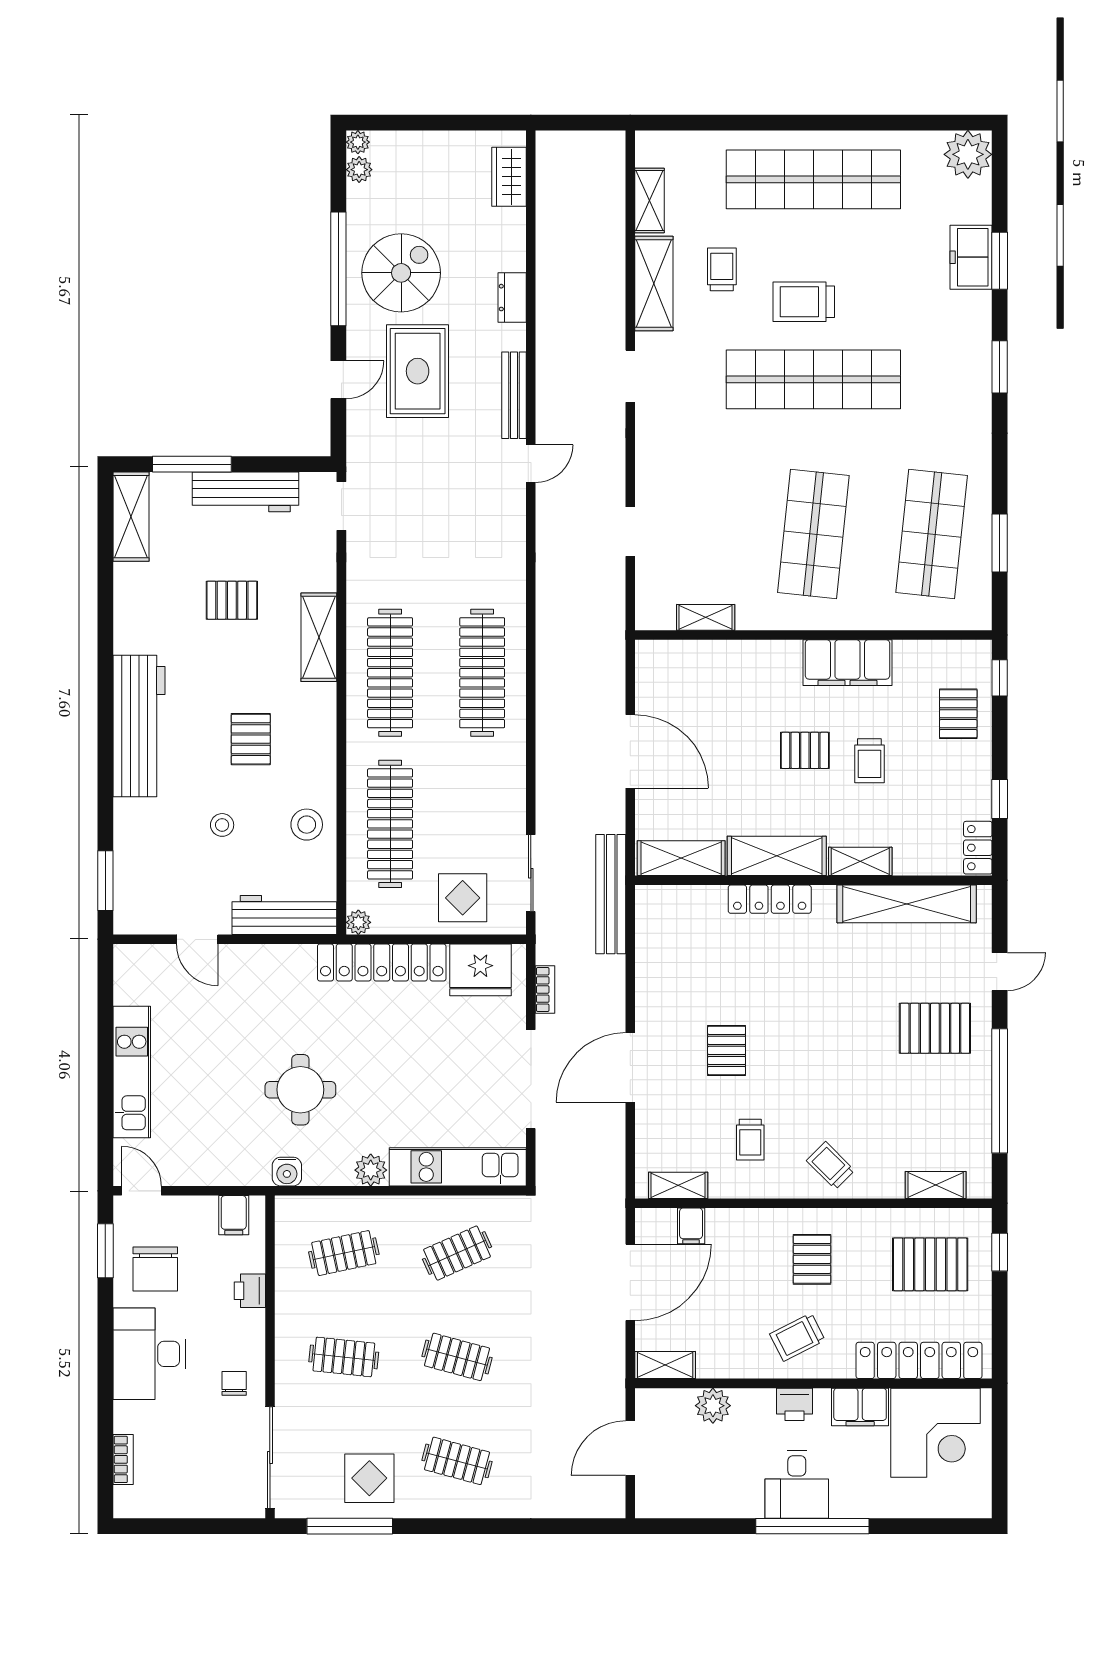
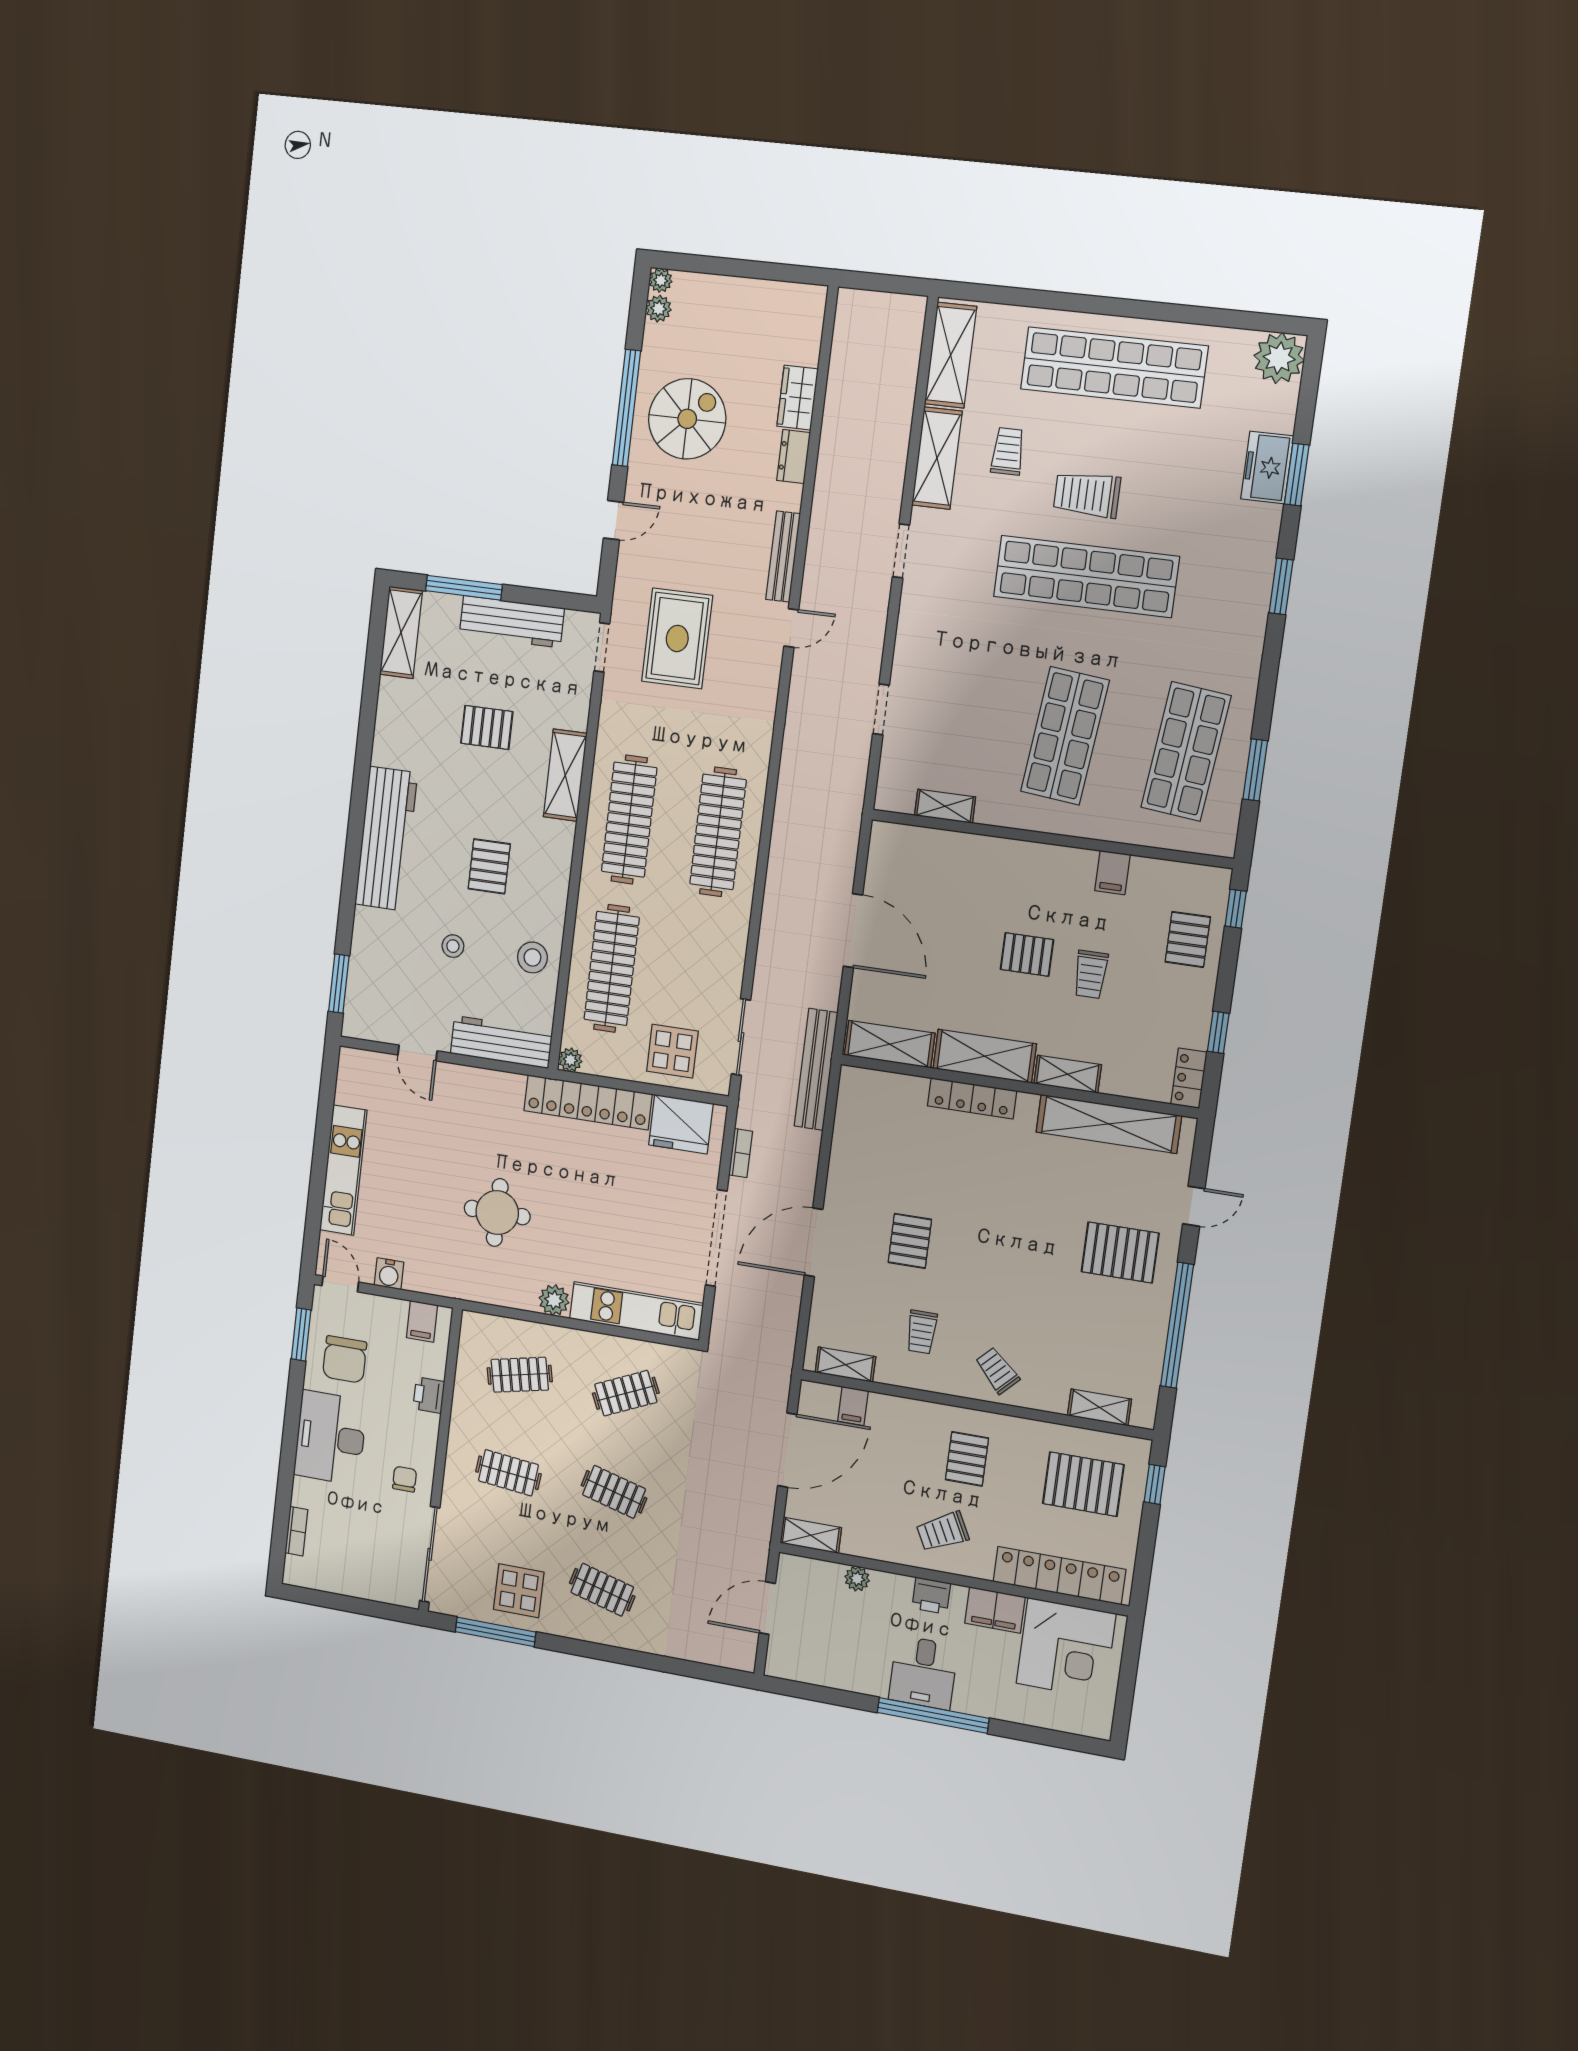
wardrobe: (509, 177) -> (797, 398), moved
shelving: (649, 201) -> (951, 355), width x1.50, depth x1.33
rug: (418, 371) -> (677, 638), moved
filing cabinet: (847, 663) -> (1112, 873), width x0.33, depth x0.86
water cooler: (287, 1172) -> (389, 1274), moved
plant: (713, 1406) -> (857, 1579), width x0.73, depth x0.73

